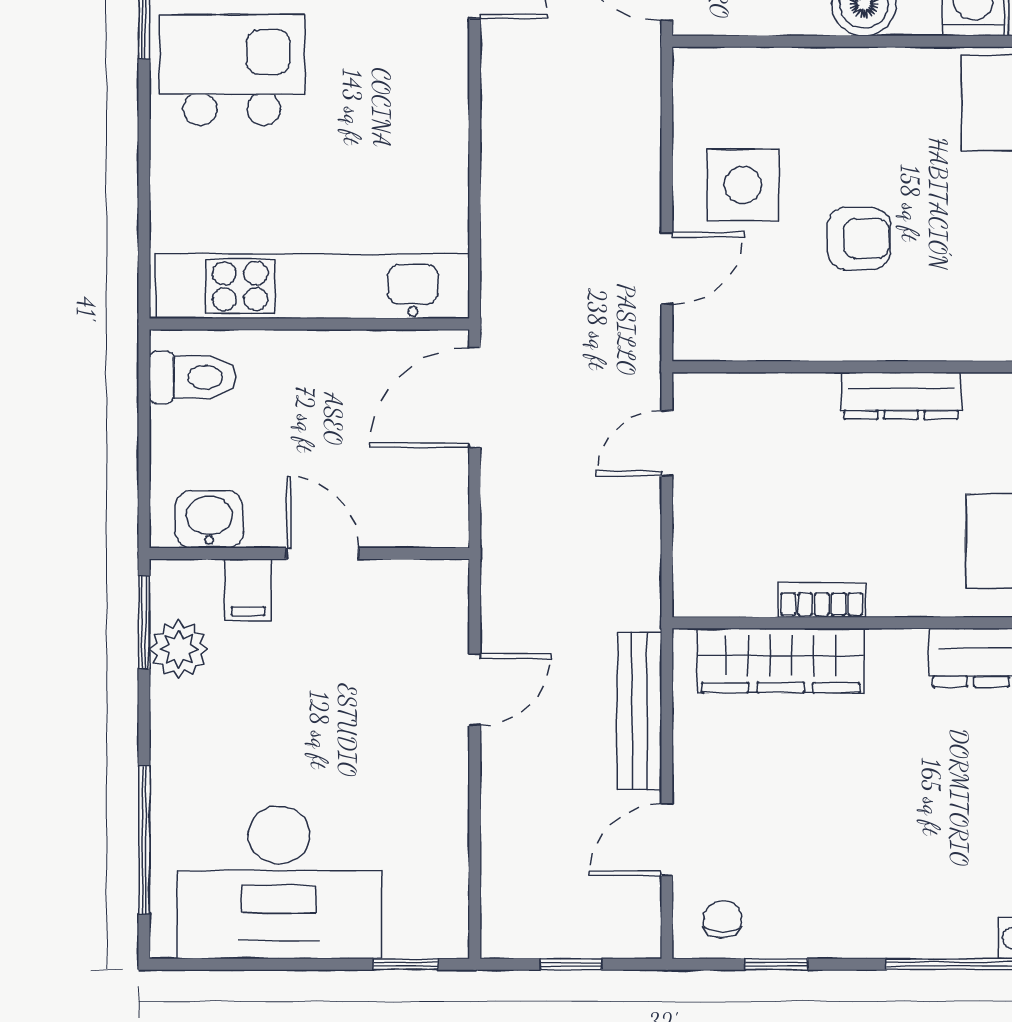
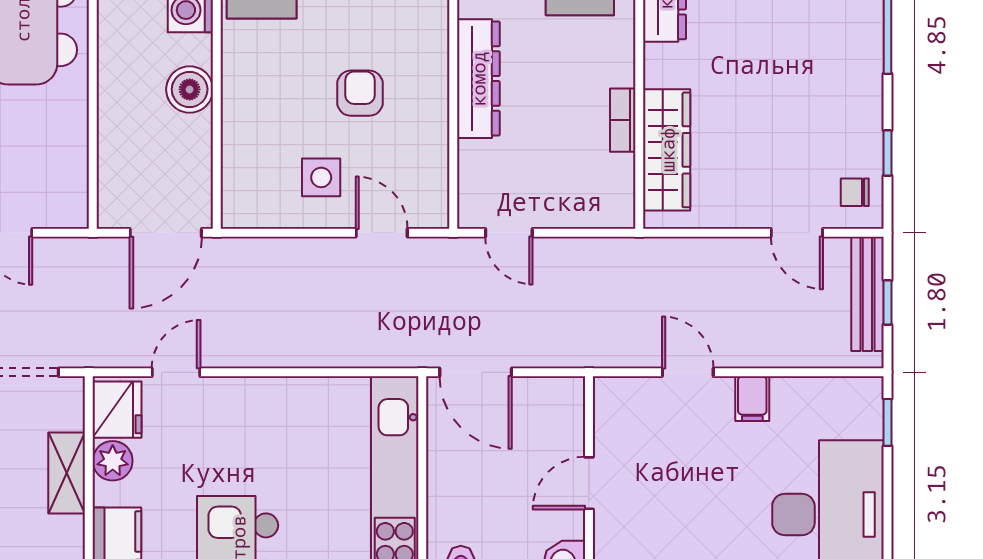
side table: (743, 185) -> (321, 177), width x0.73, depth x0.73
dresser: (901, 396) -> (478, 79), width x1.37, depth x1.24
filing cabinet: (248, 590) -> (752, 399), moved, turned 90
bench: (639, 711) -> (867, 294), moved, turned 90

